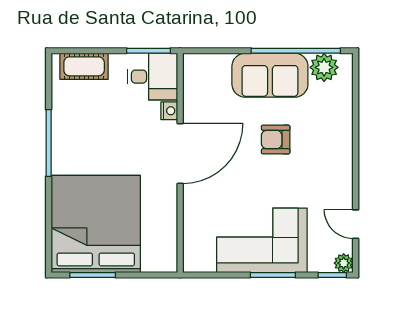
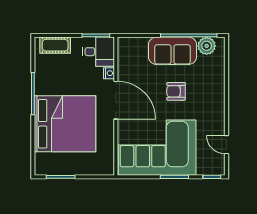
door: (180, 154) -> (116, 100), hinge flipped
bed: (96, 224) -> (65, 124), moved, turned 90
corner sofa: (262, 240) -> (157, 148), width x1.36, depth x1.36
plant: (344, 263) -> (219, 169), removed

